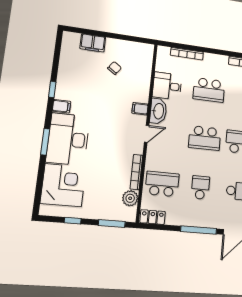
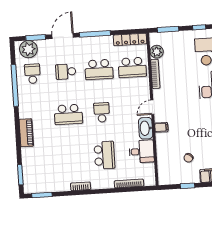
window: (121, 37) -> (188, 186), added
school desk: (209, 90) -> (104, 155), turned 90
school desk: (205, 138) -> (102, 112), width x0.54
school desk: (200, 188) -> (99, 70), width x1.85
locker: (153, 217) -> (130, 39), width x1.53

